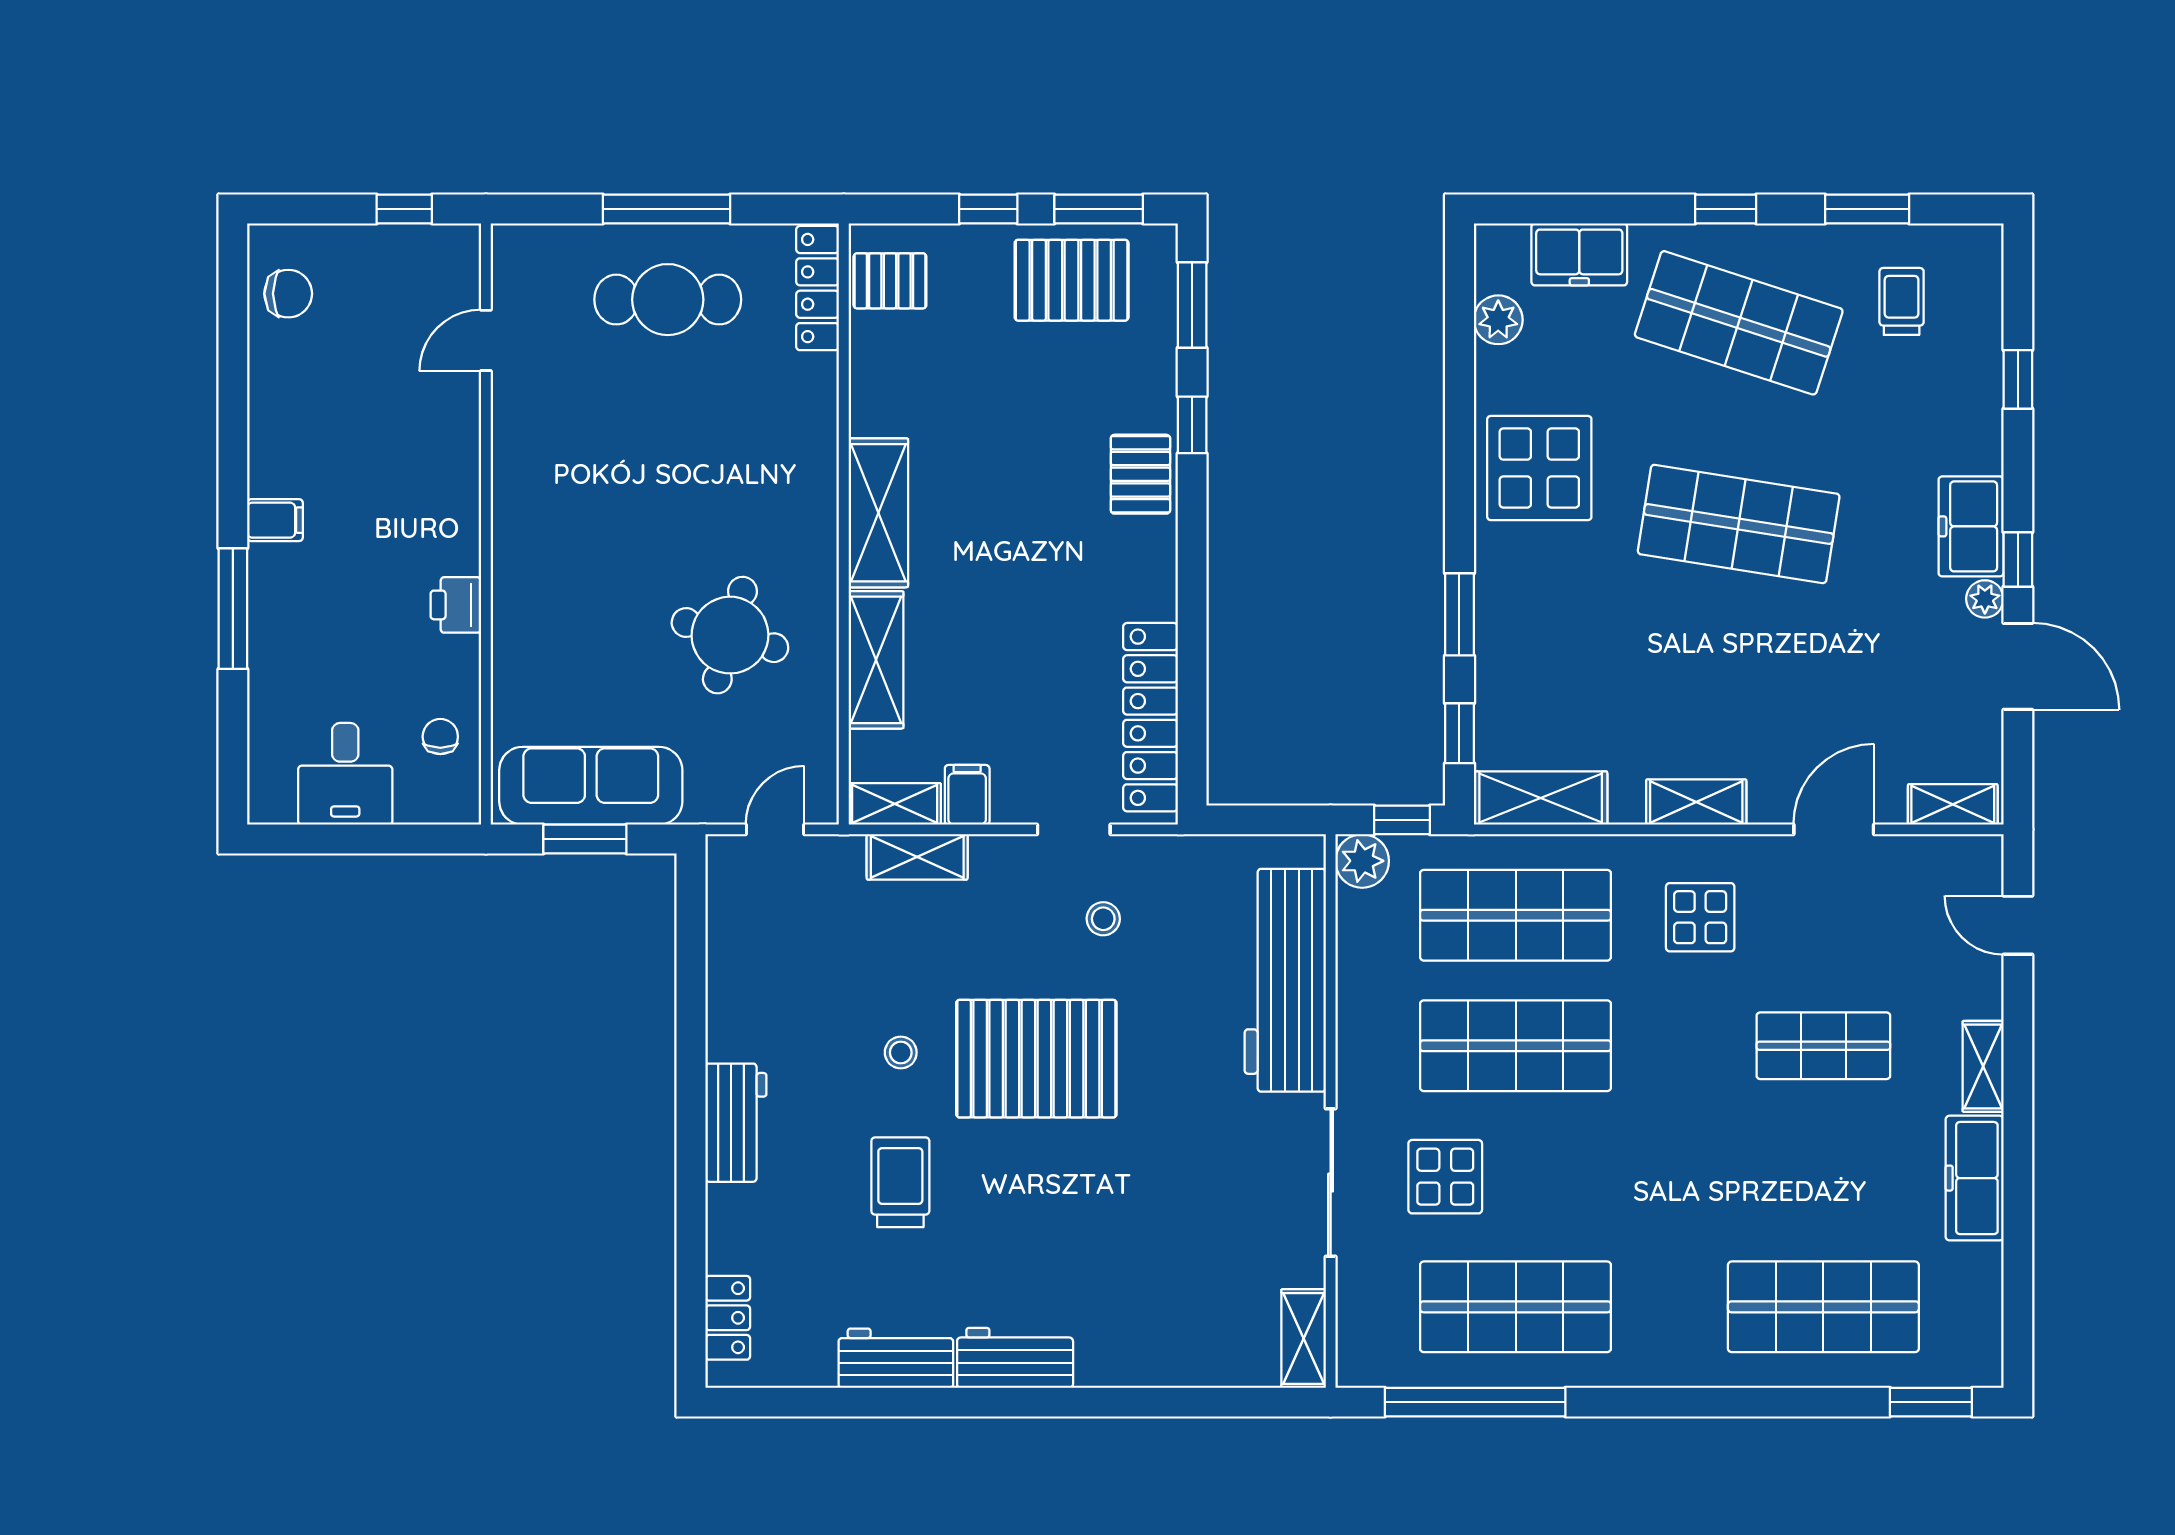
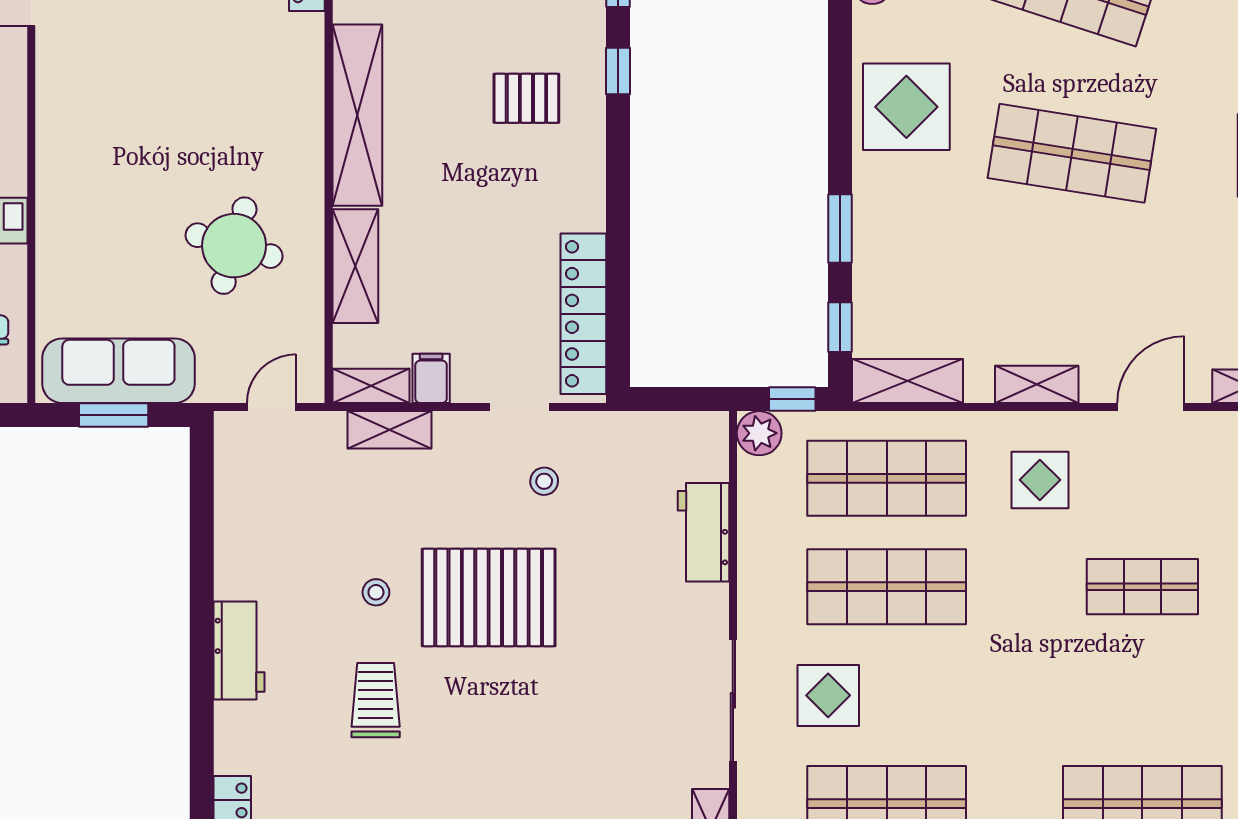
pallet: (1140, 474) -> (526, 98), moved, turned 90
shelving: (878, 513) -> (357, 115), width x1.47
workbench: (1285, 980) -> (703, 532), width x0.53, depth x0.76

